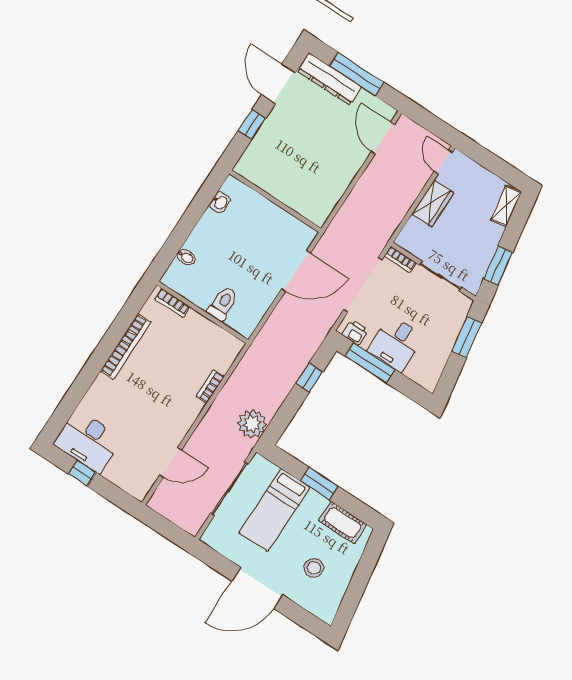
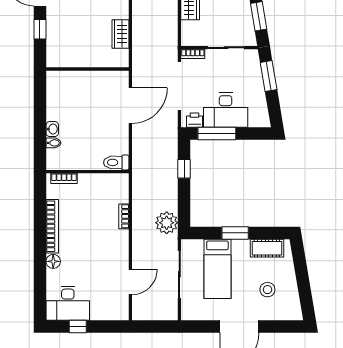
wardrobe: (336, 187) -> (121, 34), added
washbasin: (220, 202) -> (52, 129), moved
toilet: (223, 304) -> (116, 162), moved, turned -90
desk: (396, 343) -> (226, 110), width x1.37
floor lamp: (102, 385) -> (53, 261), added

